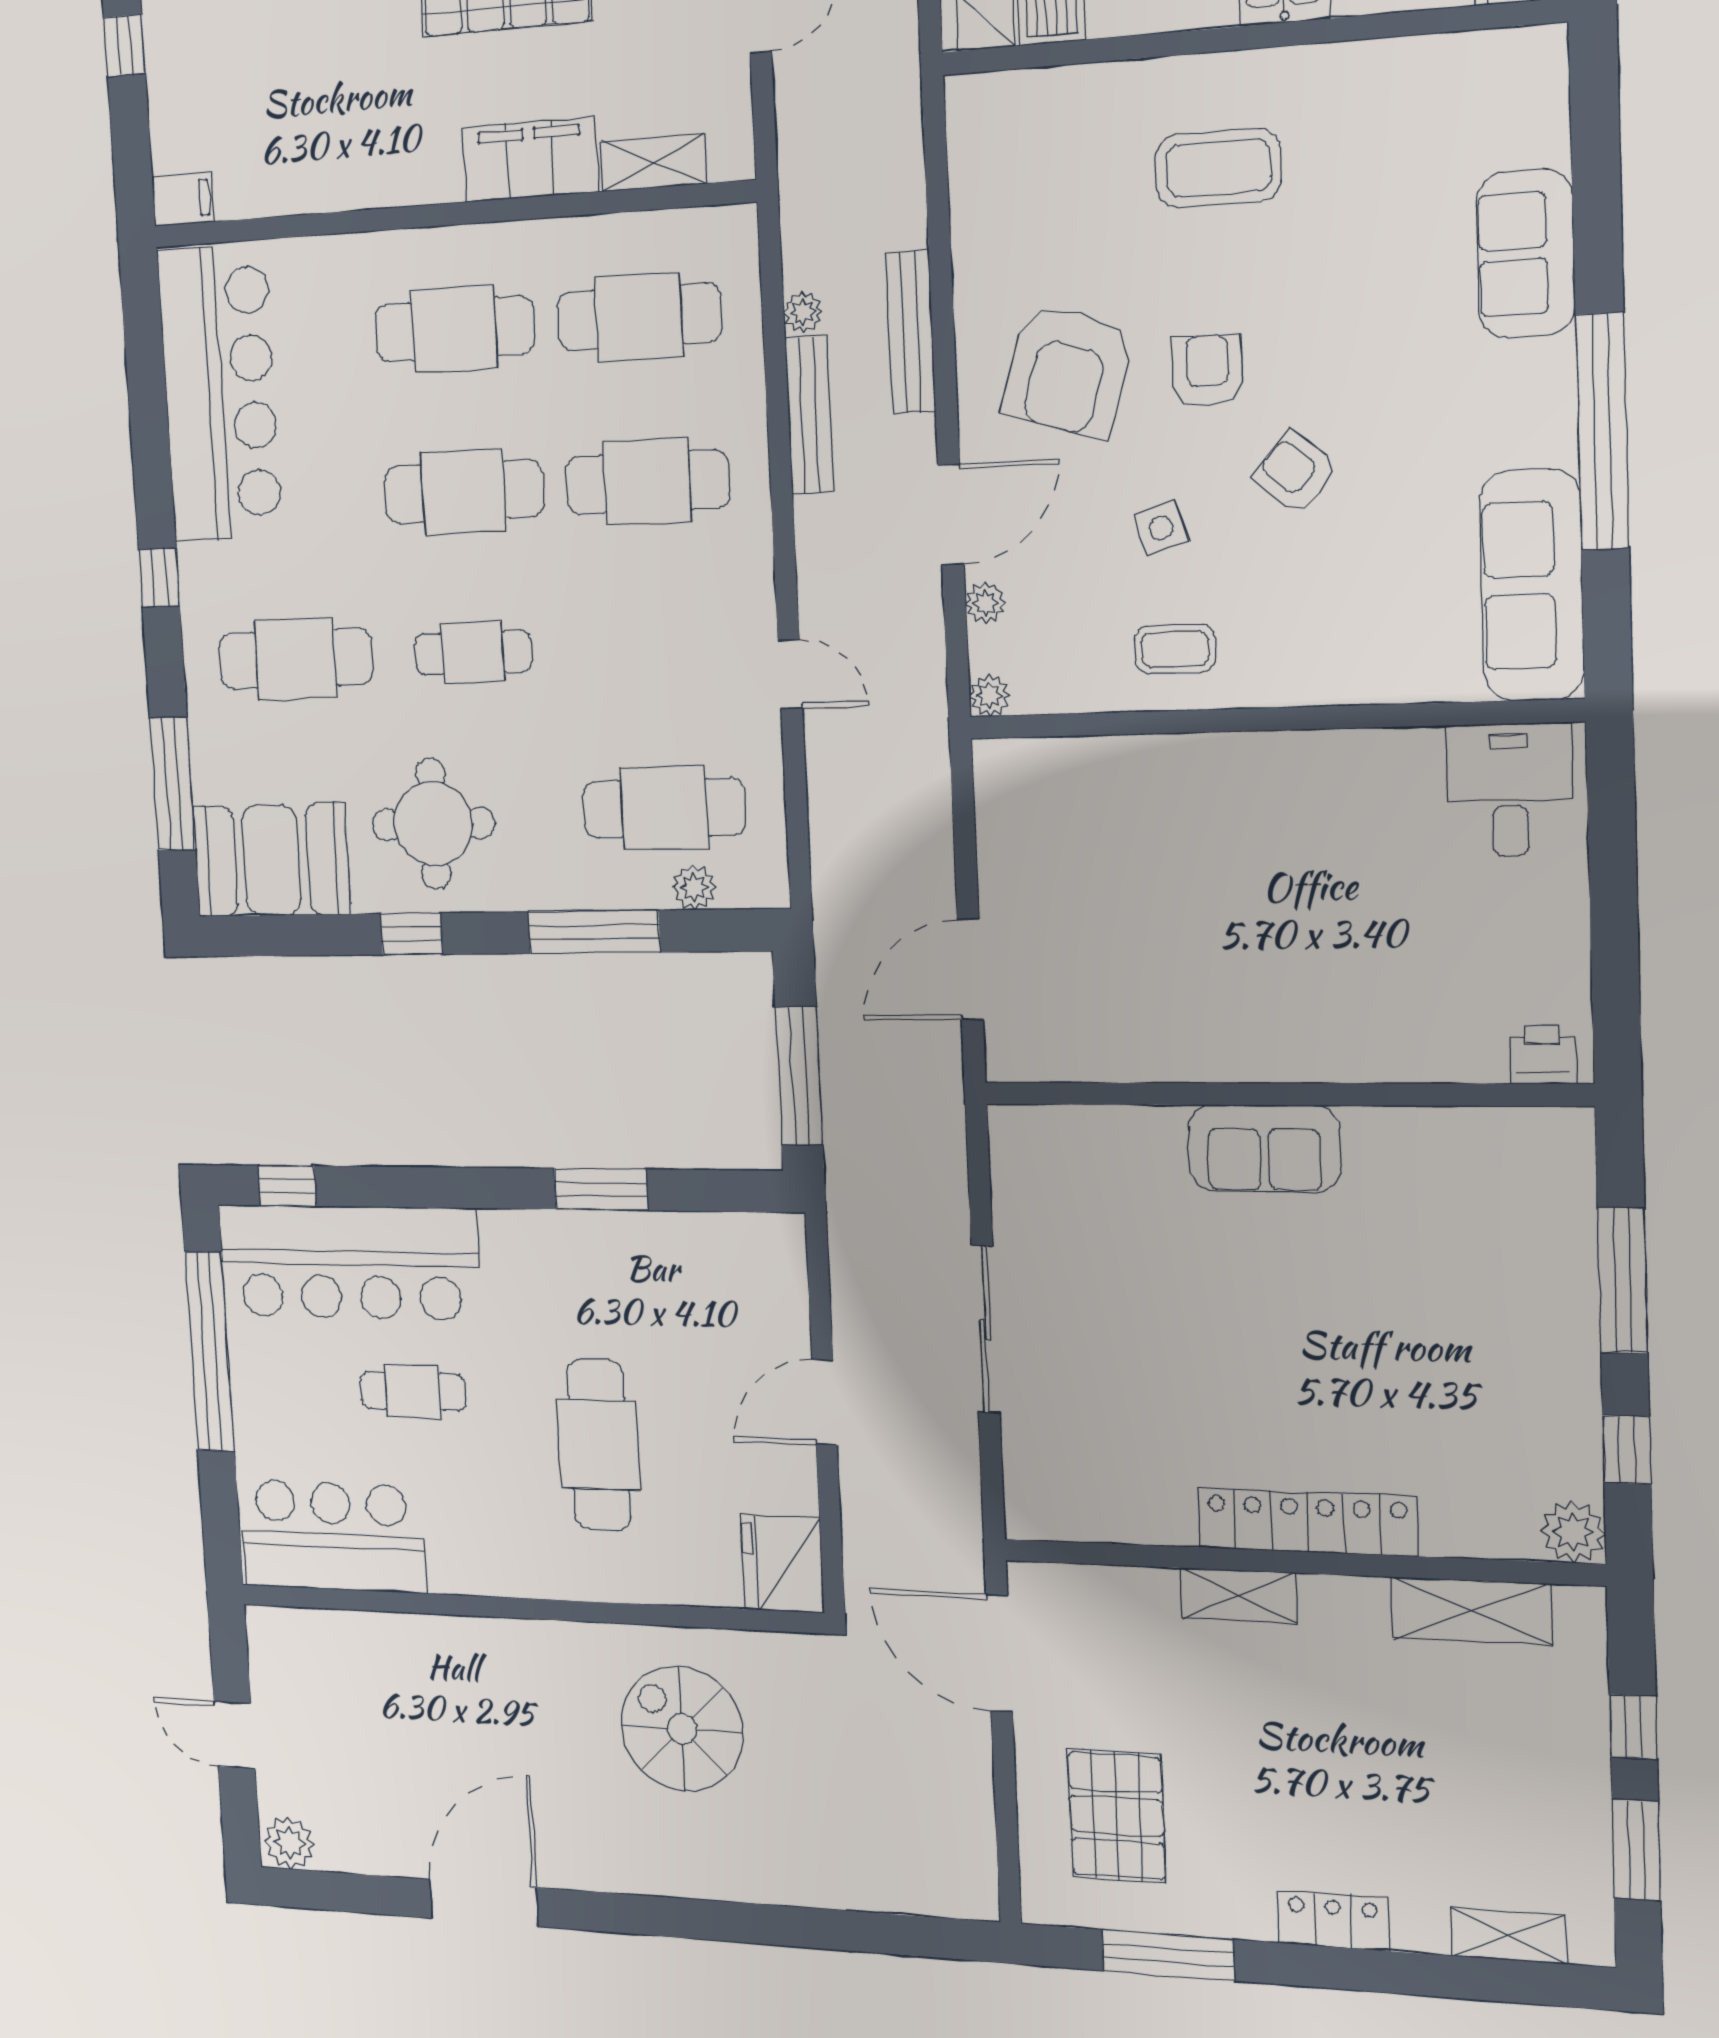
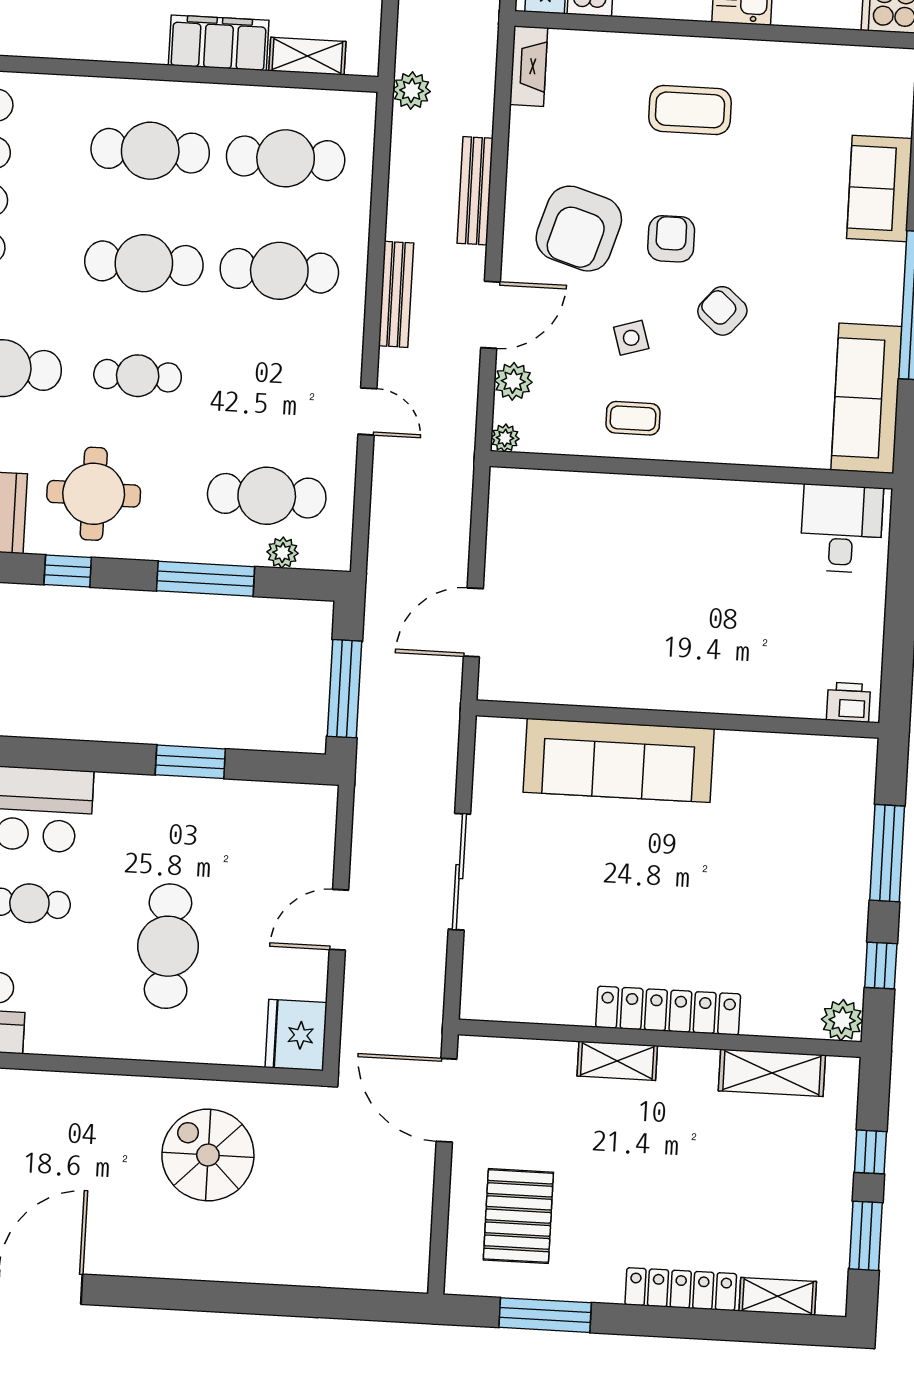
fireplace: (970, 133) -> (529, 66), added
plant: (803, 312) -> (412, 90), moved, width x1.38, depth x1.38
bench: (809, 415) -> (396, 294), moved
plant: (985, 603) -> (513, 381), width x1.38, depth x1.38
sofa: (1264, 1148) -> (619, 760), width x1.85, depth x1.27
locker: (1333, 1921) -> (681, 1289), width x1.53

